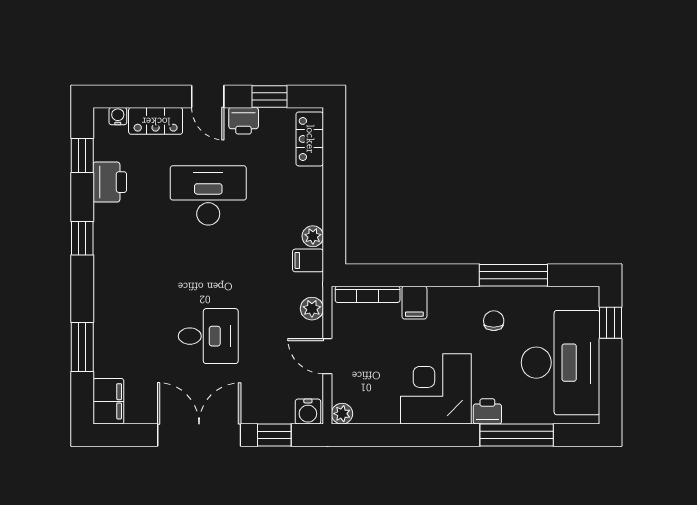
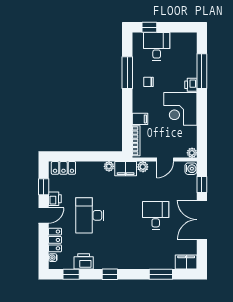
filing cabinet: (308, 260) -> (126, 169), width x2.00
desk: (560, 363) -> (157, 46), width x0.53, depth x0.77

